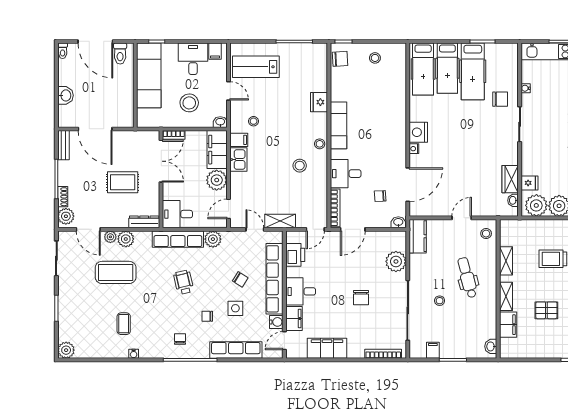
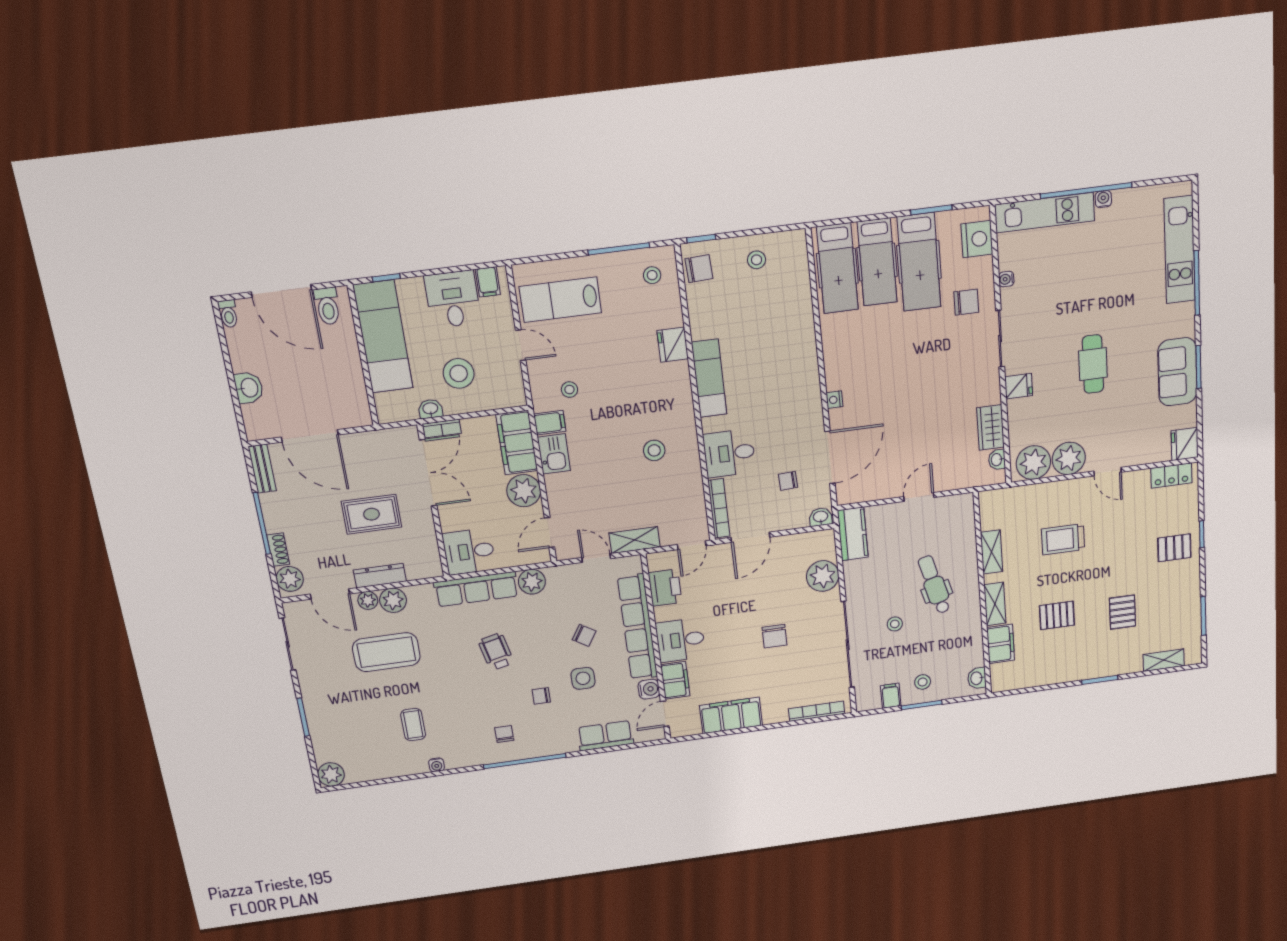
washbasin: (220, 122) -> (430, 409), moved
nightstand: (418, 132) -> (977, 239), moved, turned 180
stool: (320, 144) -> (652, 275), moved
fridge: (529, 183) -> (1019, 386), moved
dresser: (144, 222) -> (380, 576), moved
stool: (486, 234) -> (923, 682), moved
row of seats: (236, 350) -> (605, 736), width x0.68

